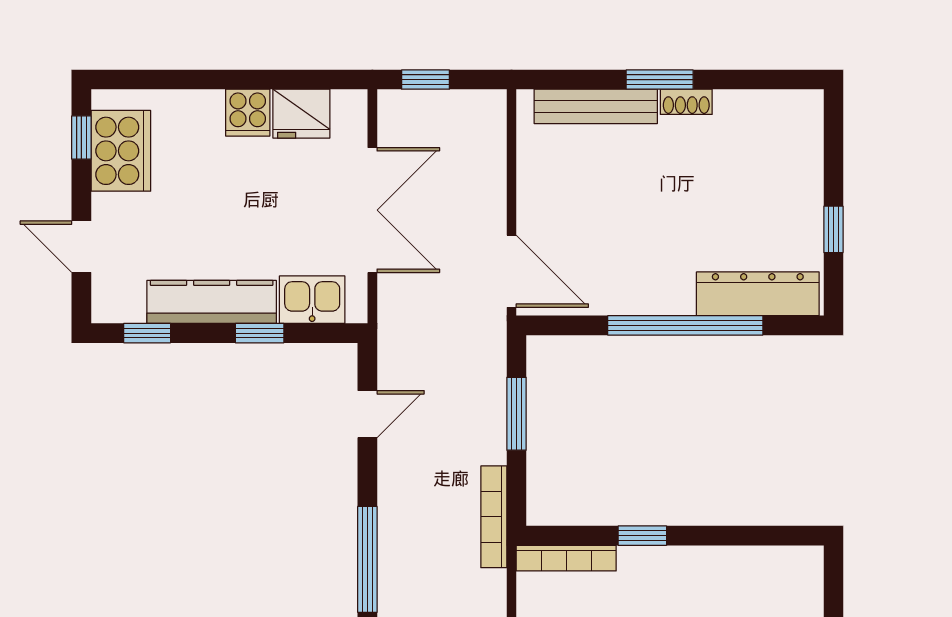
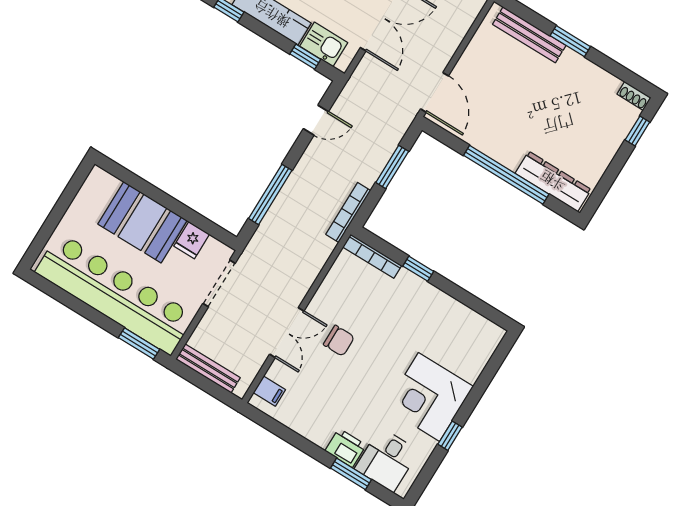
shoe rack: (686, 102) -> (634, 96), moved
window: (833, 229) -> (637, 131), moved
window: (260, 333) -> (305, 57), moved

